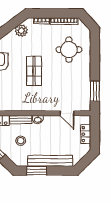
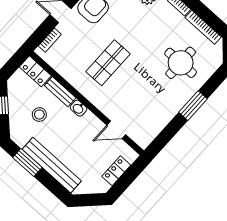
shop shelf: (34, 71) -> (108, 63), moved
window: (95, 91) -> (193, 106), moved
door: (67, 113) -> (116, 130), hinge flipped

